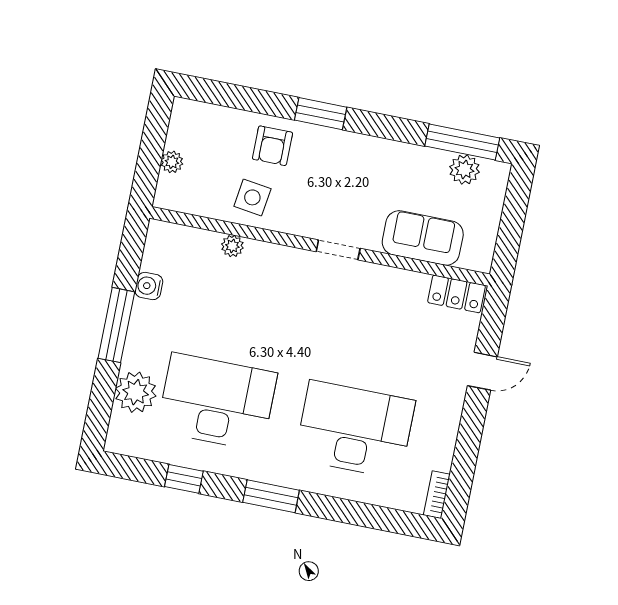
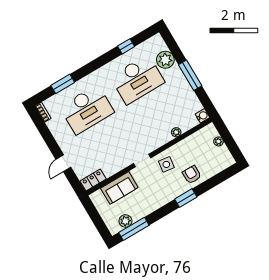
side table: (252, 197) -> (166, 164), moved
water cooler: (149, 286) -> (202, 116), moved
window: (271, 496) -> (63, 84), moved

